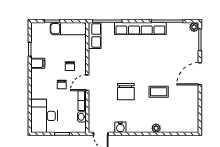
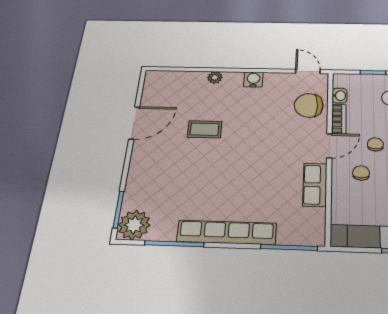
plant: (194, 27) -> (134, 225), width x1.87, depth x1.87
row of seats: (95, 36) -> (315, 185), moved
door: (200, 74) -> (134, 123), moved
chair: (126, 92) -> (309, 105), moved, turned -90
water cooler: (120, 127) -> (253, 79), moved

